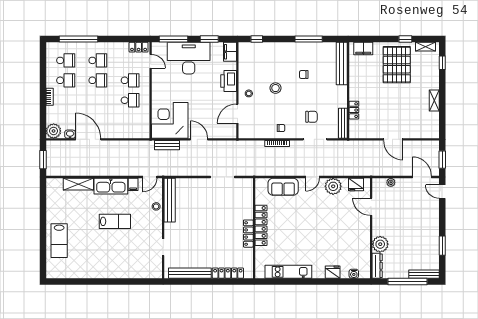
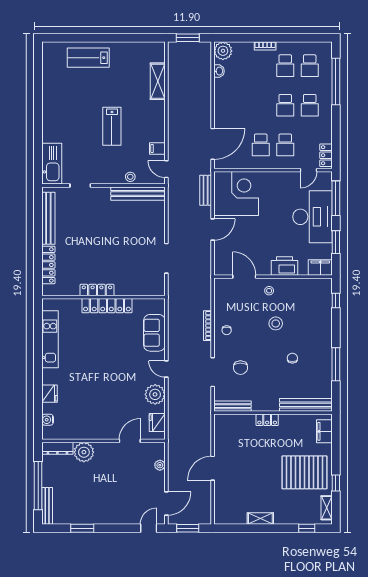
locker: (354, 110) -> (267, 420), moved
door: (88, 139) -> (213, 144), moved
kitchen sink: (111, 186) -> (52, 164), moved, turned 180

